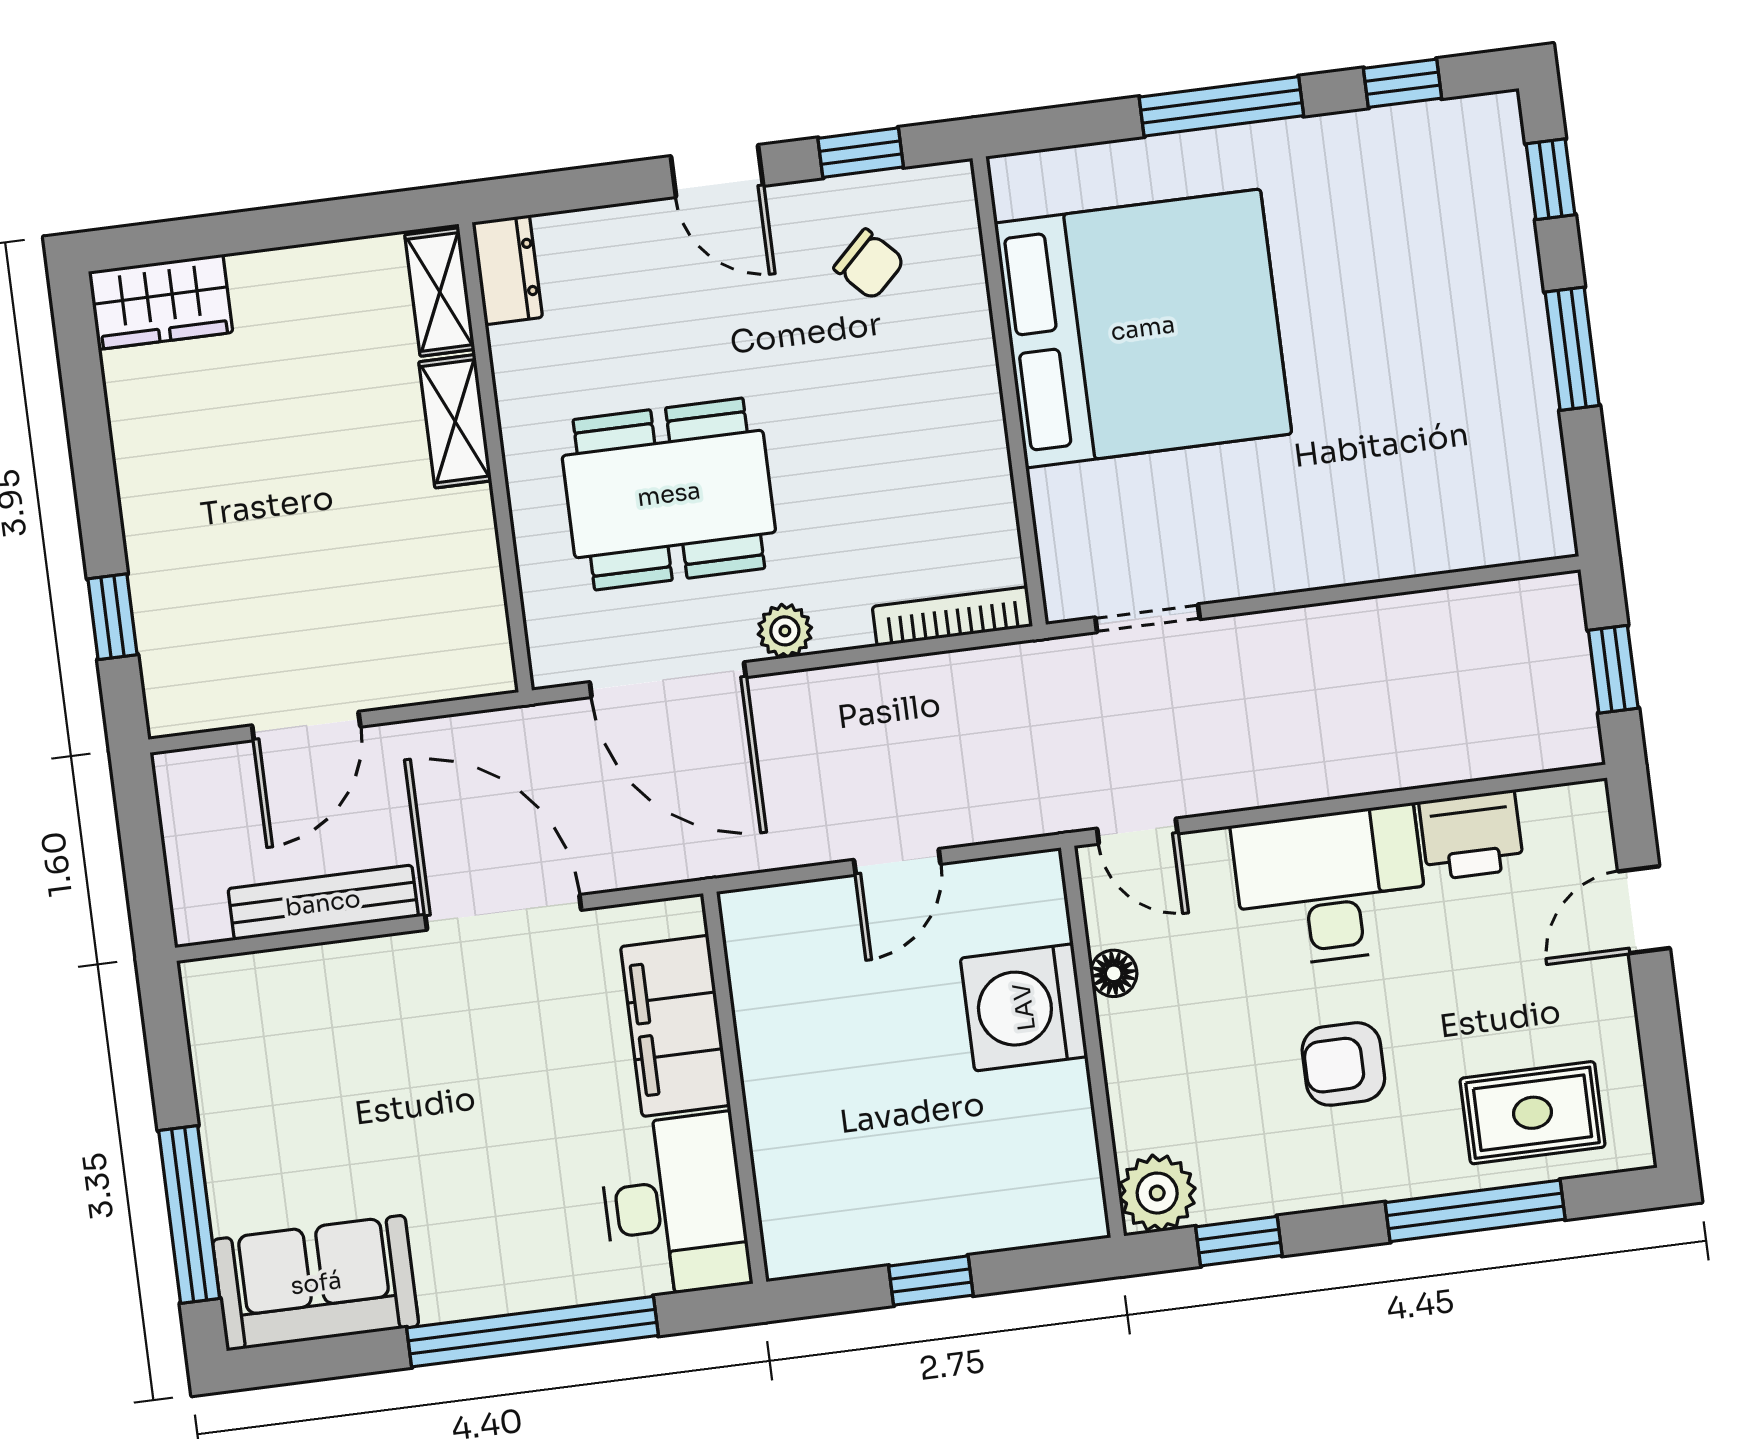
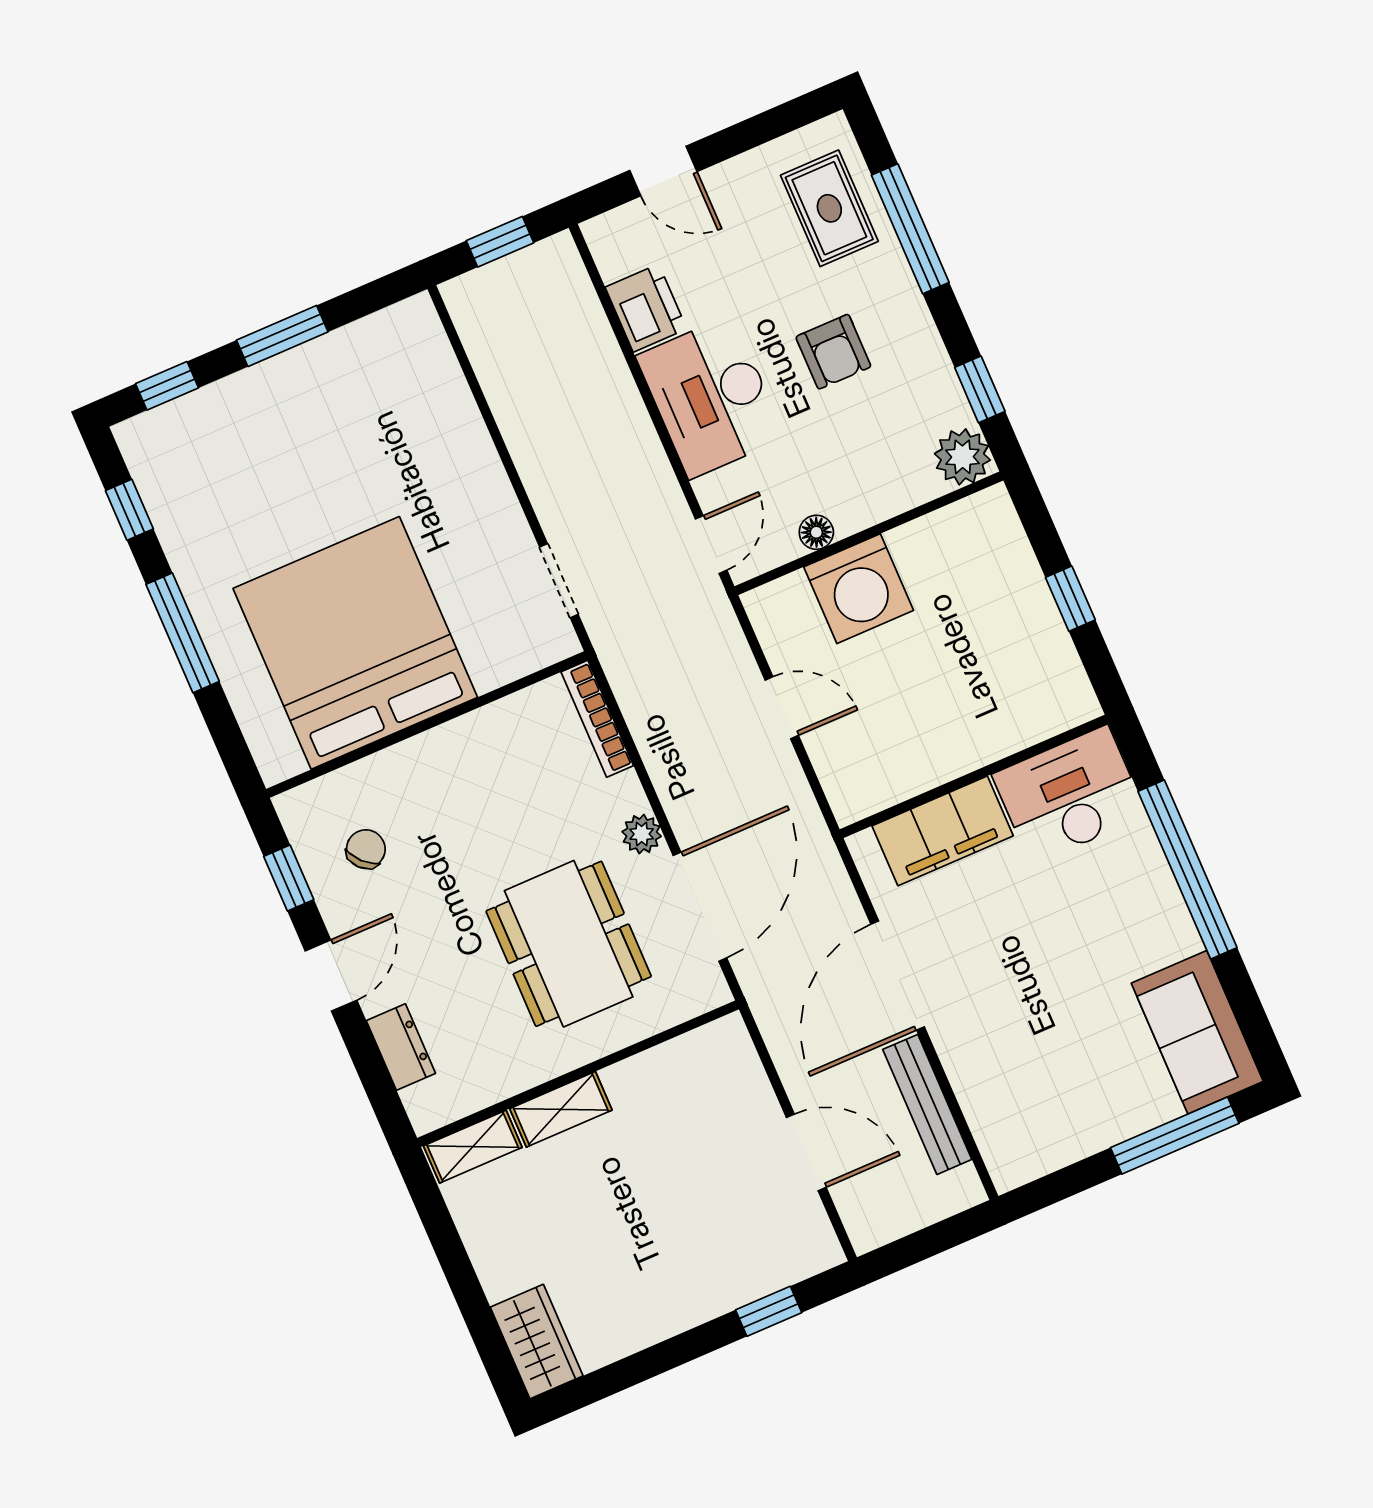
dresser: (507, 270) -> (401, 1047), moved, turned 90

